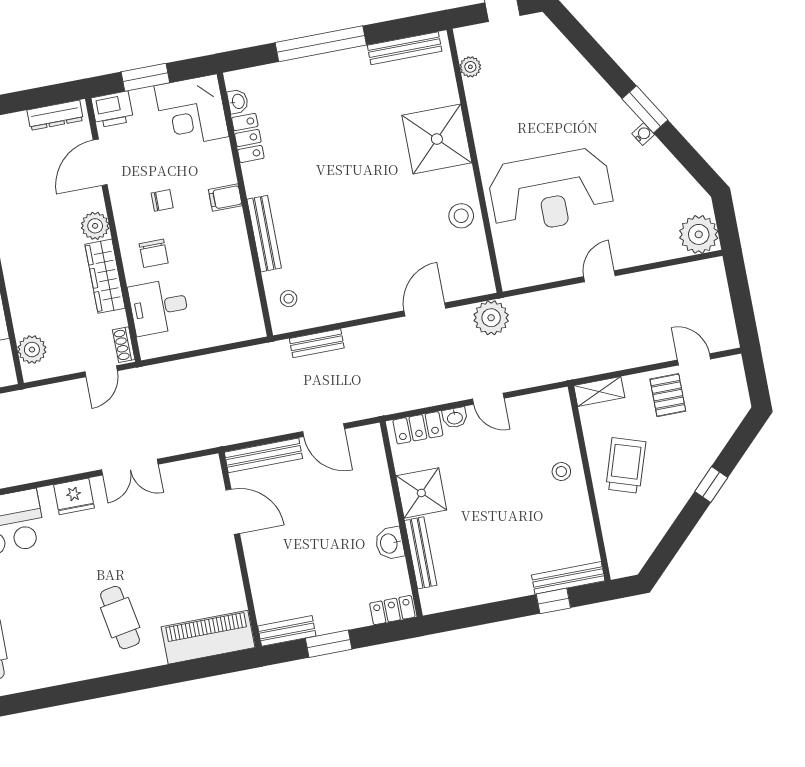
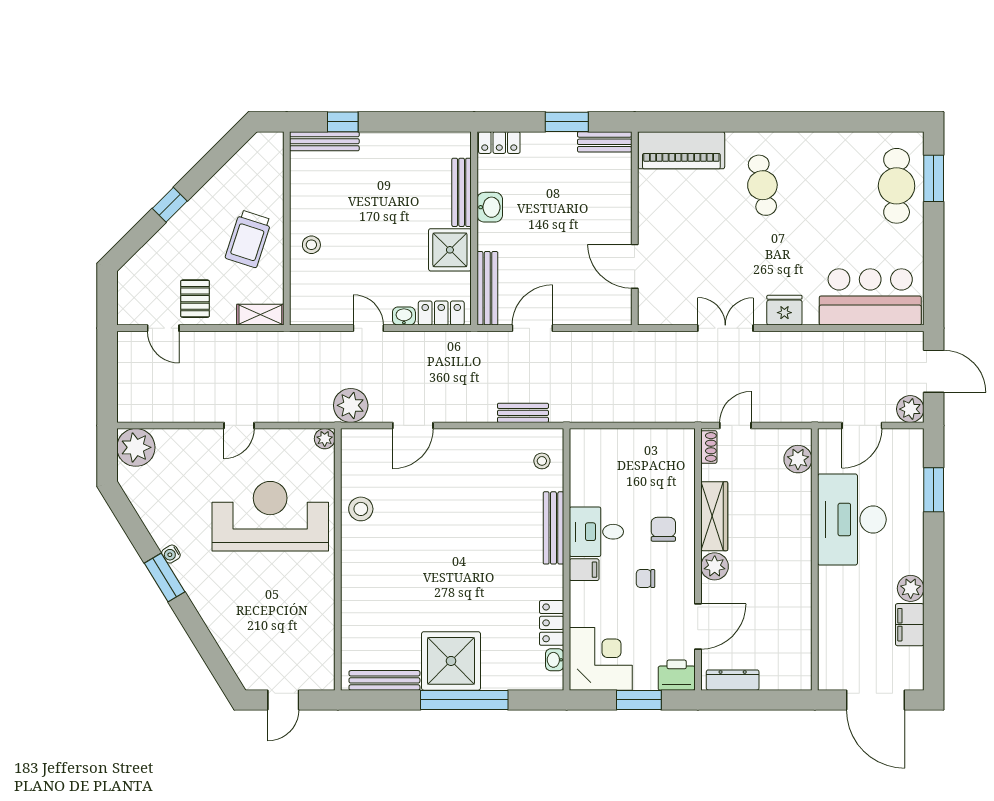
plant: (470, 67) -> (325, 439), moved
shower: (437, 139) -> (451, 661), moved
desk: (159, 307) -> (596, 532), moved, turned 180
door: (324, 430) -> (532, 328), hinge flipped
bench: (263, 455) -> (487, 288), moved, turned 90

